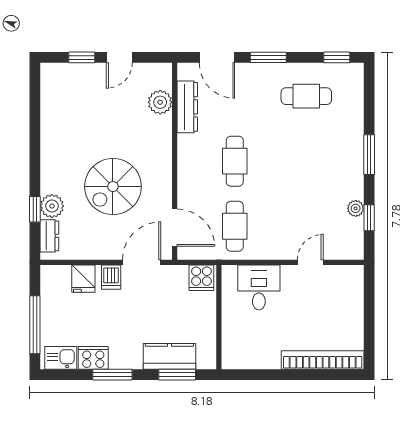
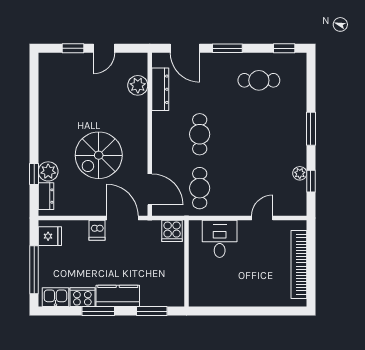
door: (142, 262) -> (122, 218), hinge flipped
fridge: (83, 279) -> (50, 236), moved, turned -90
kitchen counter: (169, 356) -> (118, 296), moved
bookcase: (323, 360) -> (299, 264), moved, turned -90

